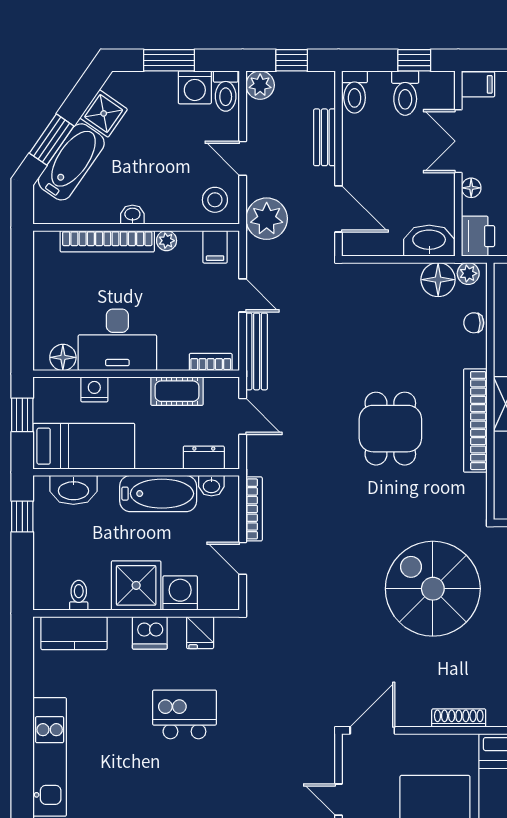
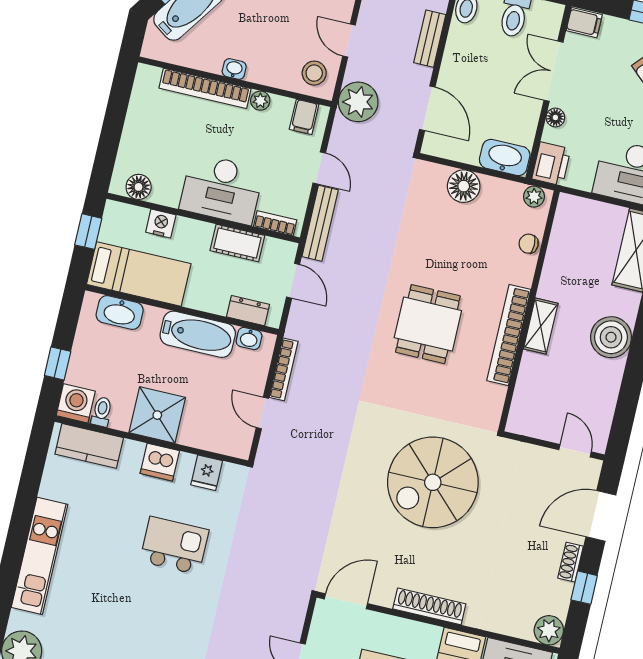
floor lamp: (438, 280) -> (464, 186), moved
desk: (117, 340) -> (222, 189), moved
window: (22, 517) -> (58, 363), moved
spiral stairs: (433, 589) -> (433, 482), turned -90
washing machine: (180, 593) -> (76, 403), moved
shoe rack: (459, 718) -> (429, 606), width x1.36, depth x1.24

